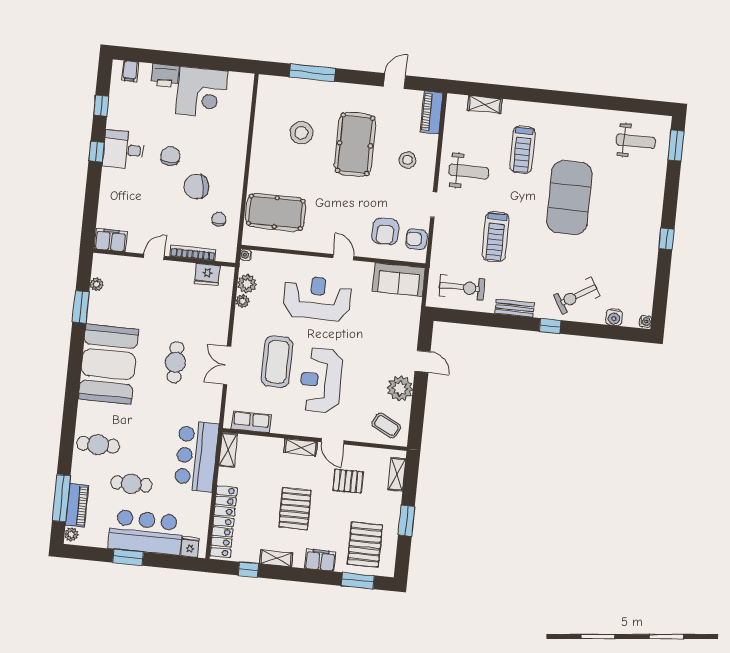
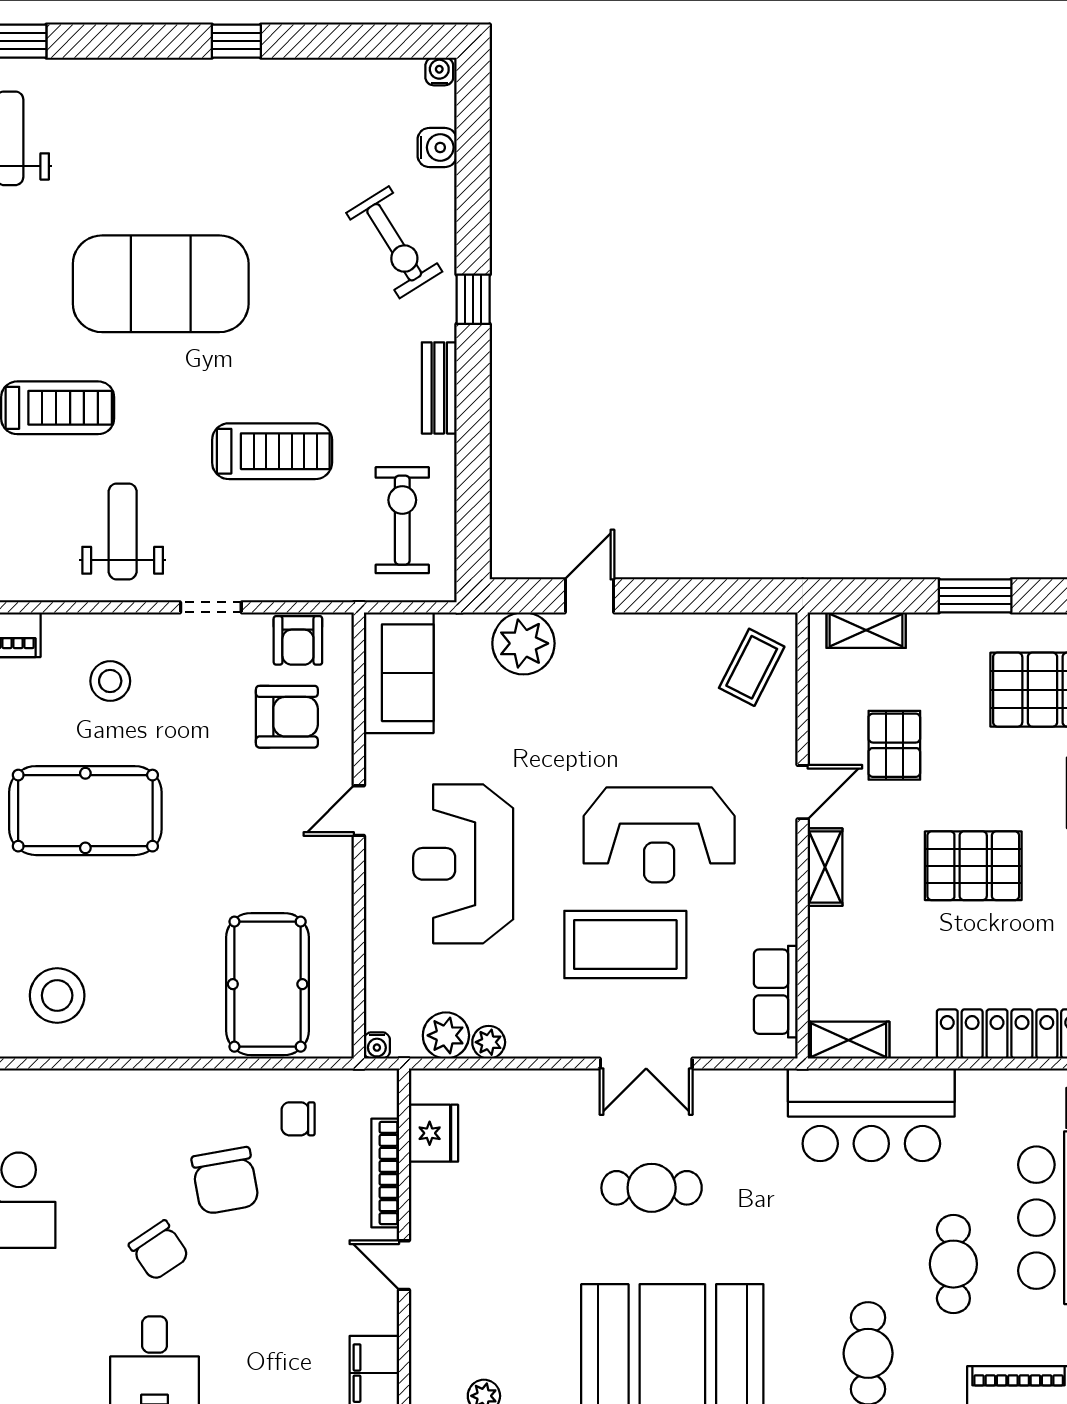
stool: (301, 133) -> (57, 995), moved
chair: (170, 156) -> (159, 1251), turned -124
plant: (400, 388) -> (523, 643), moved

